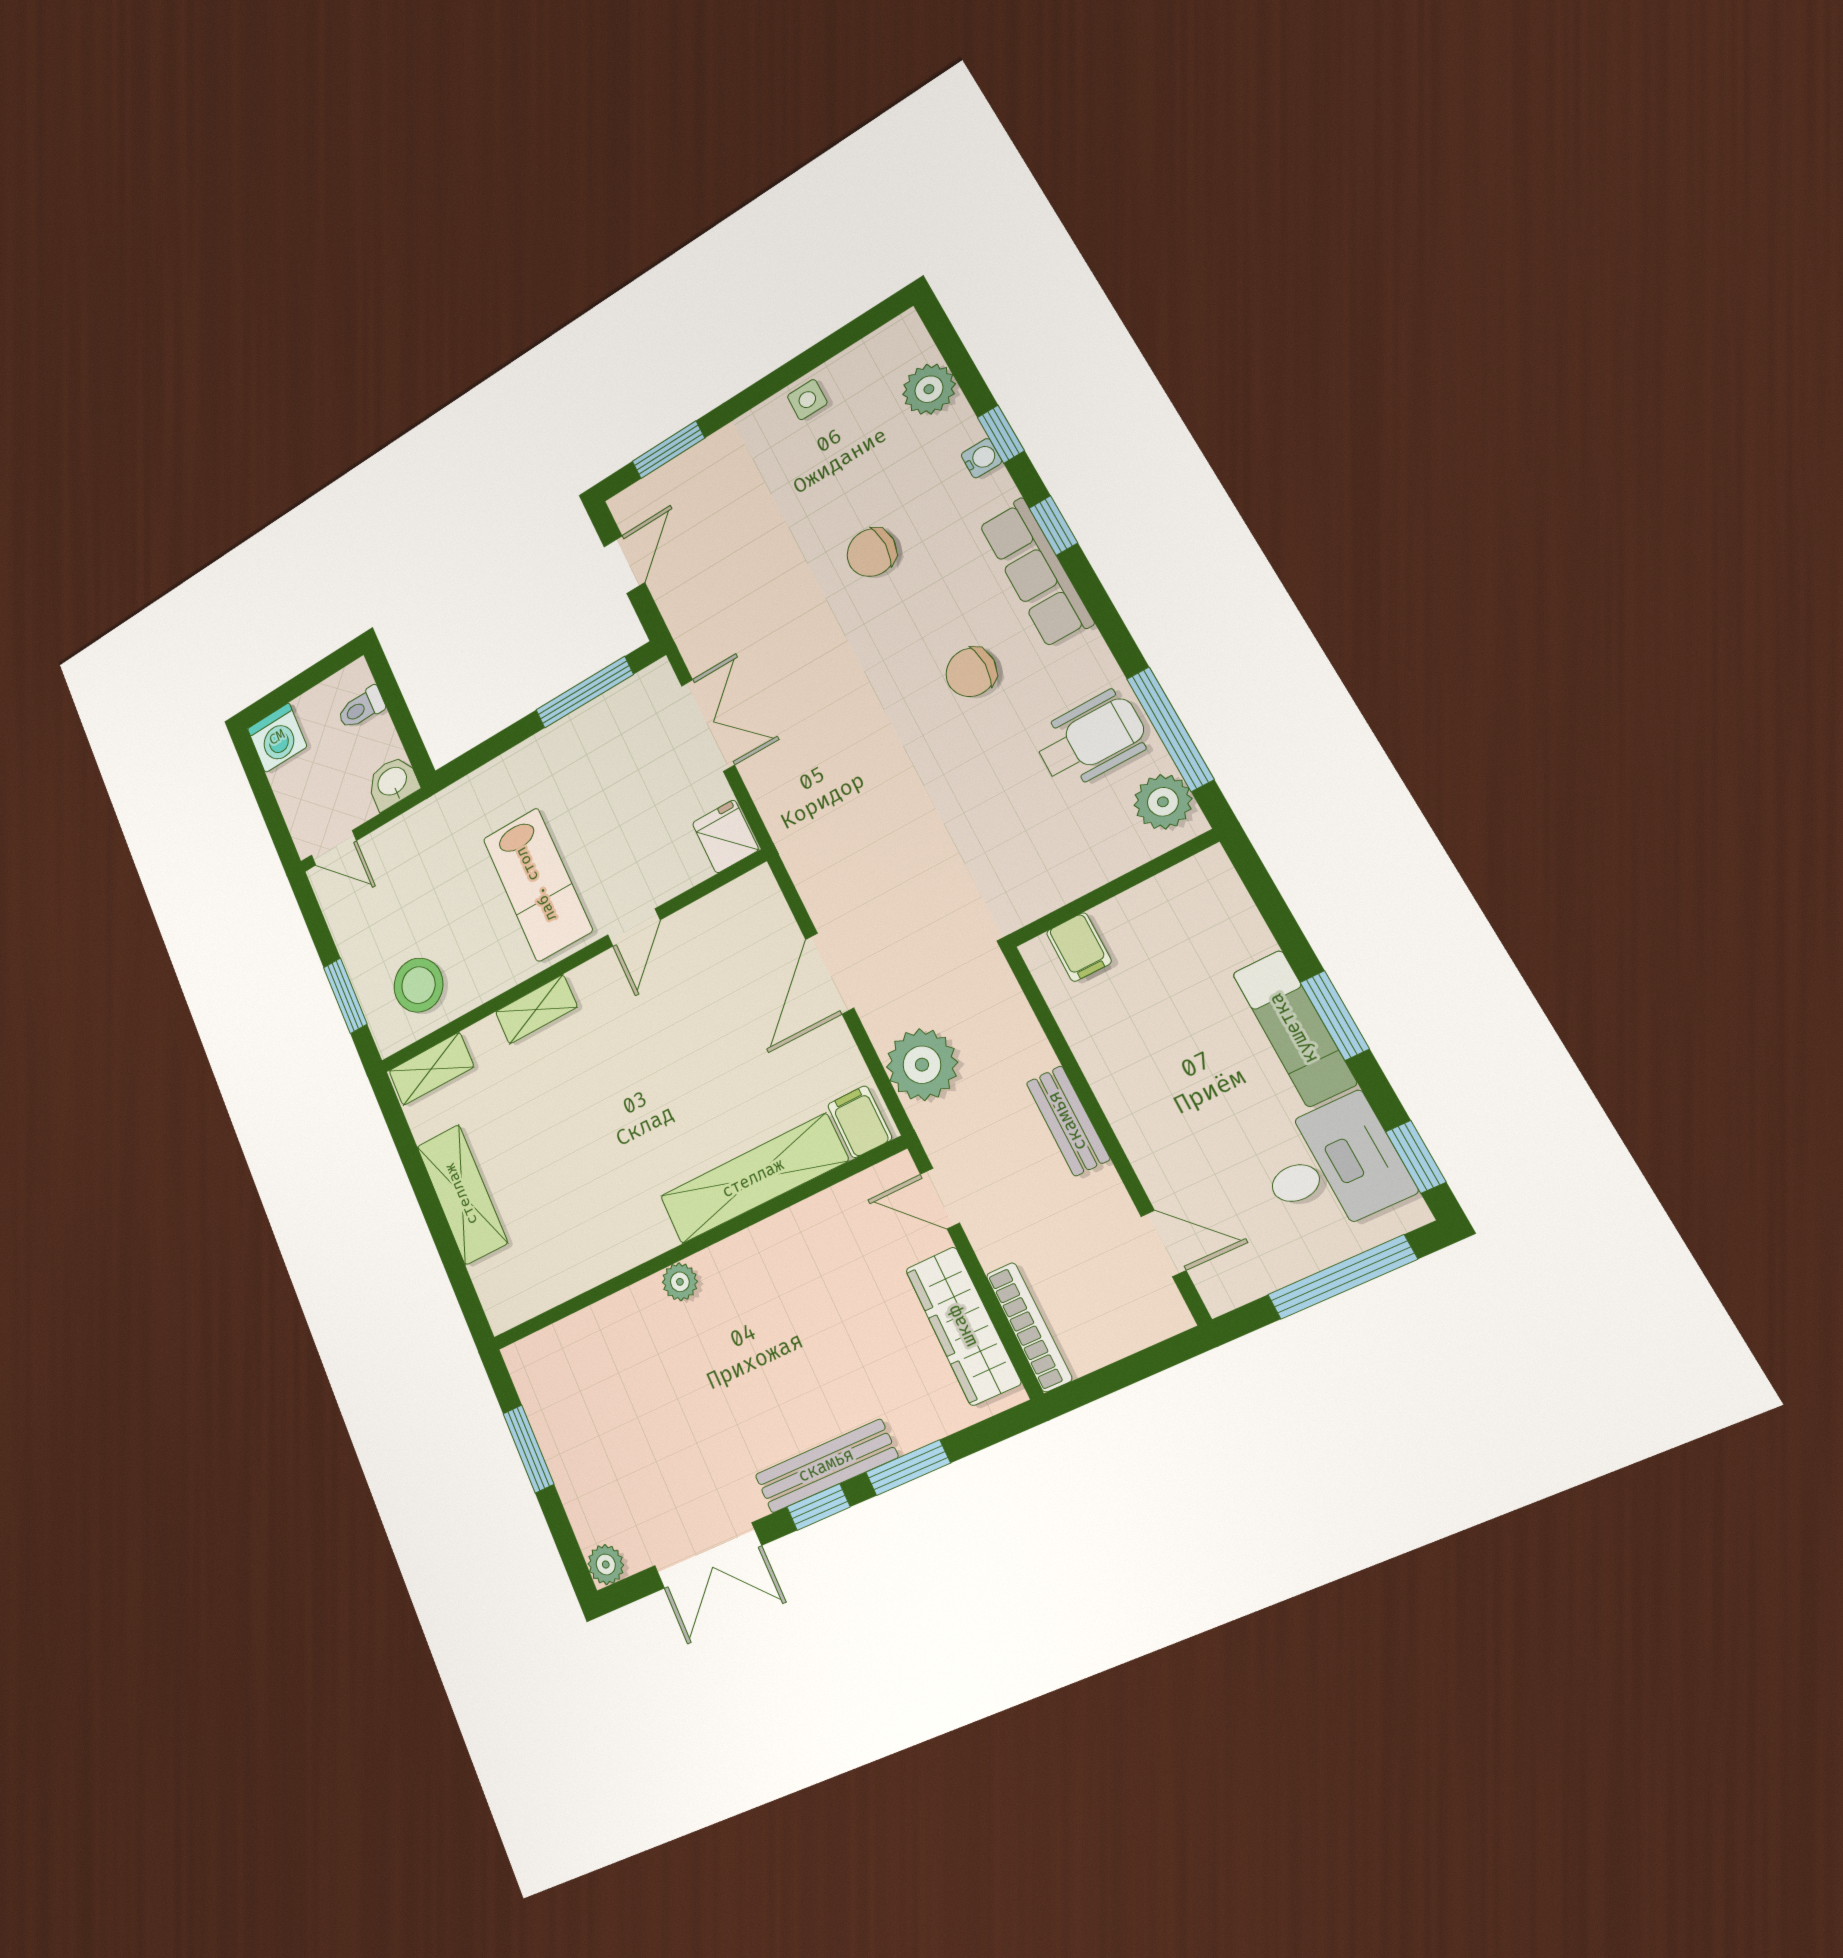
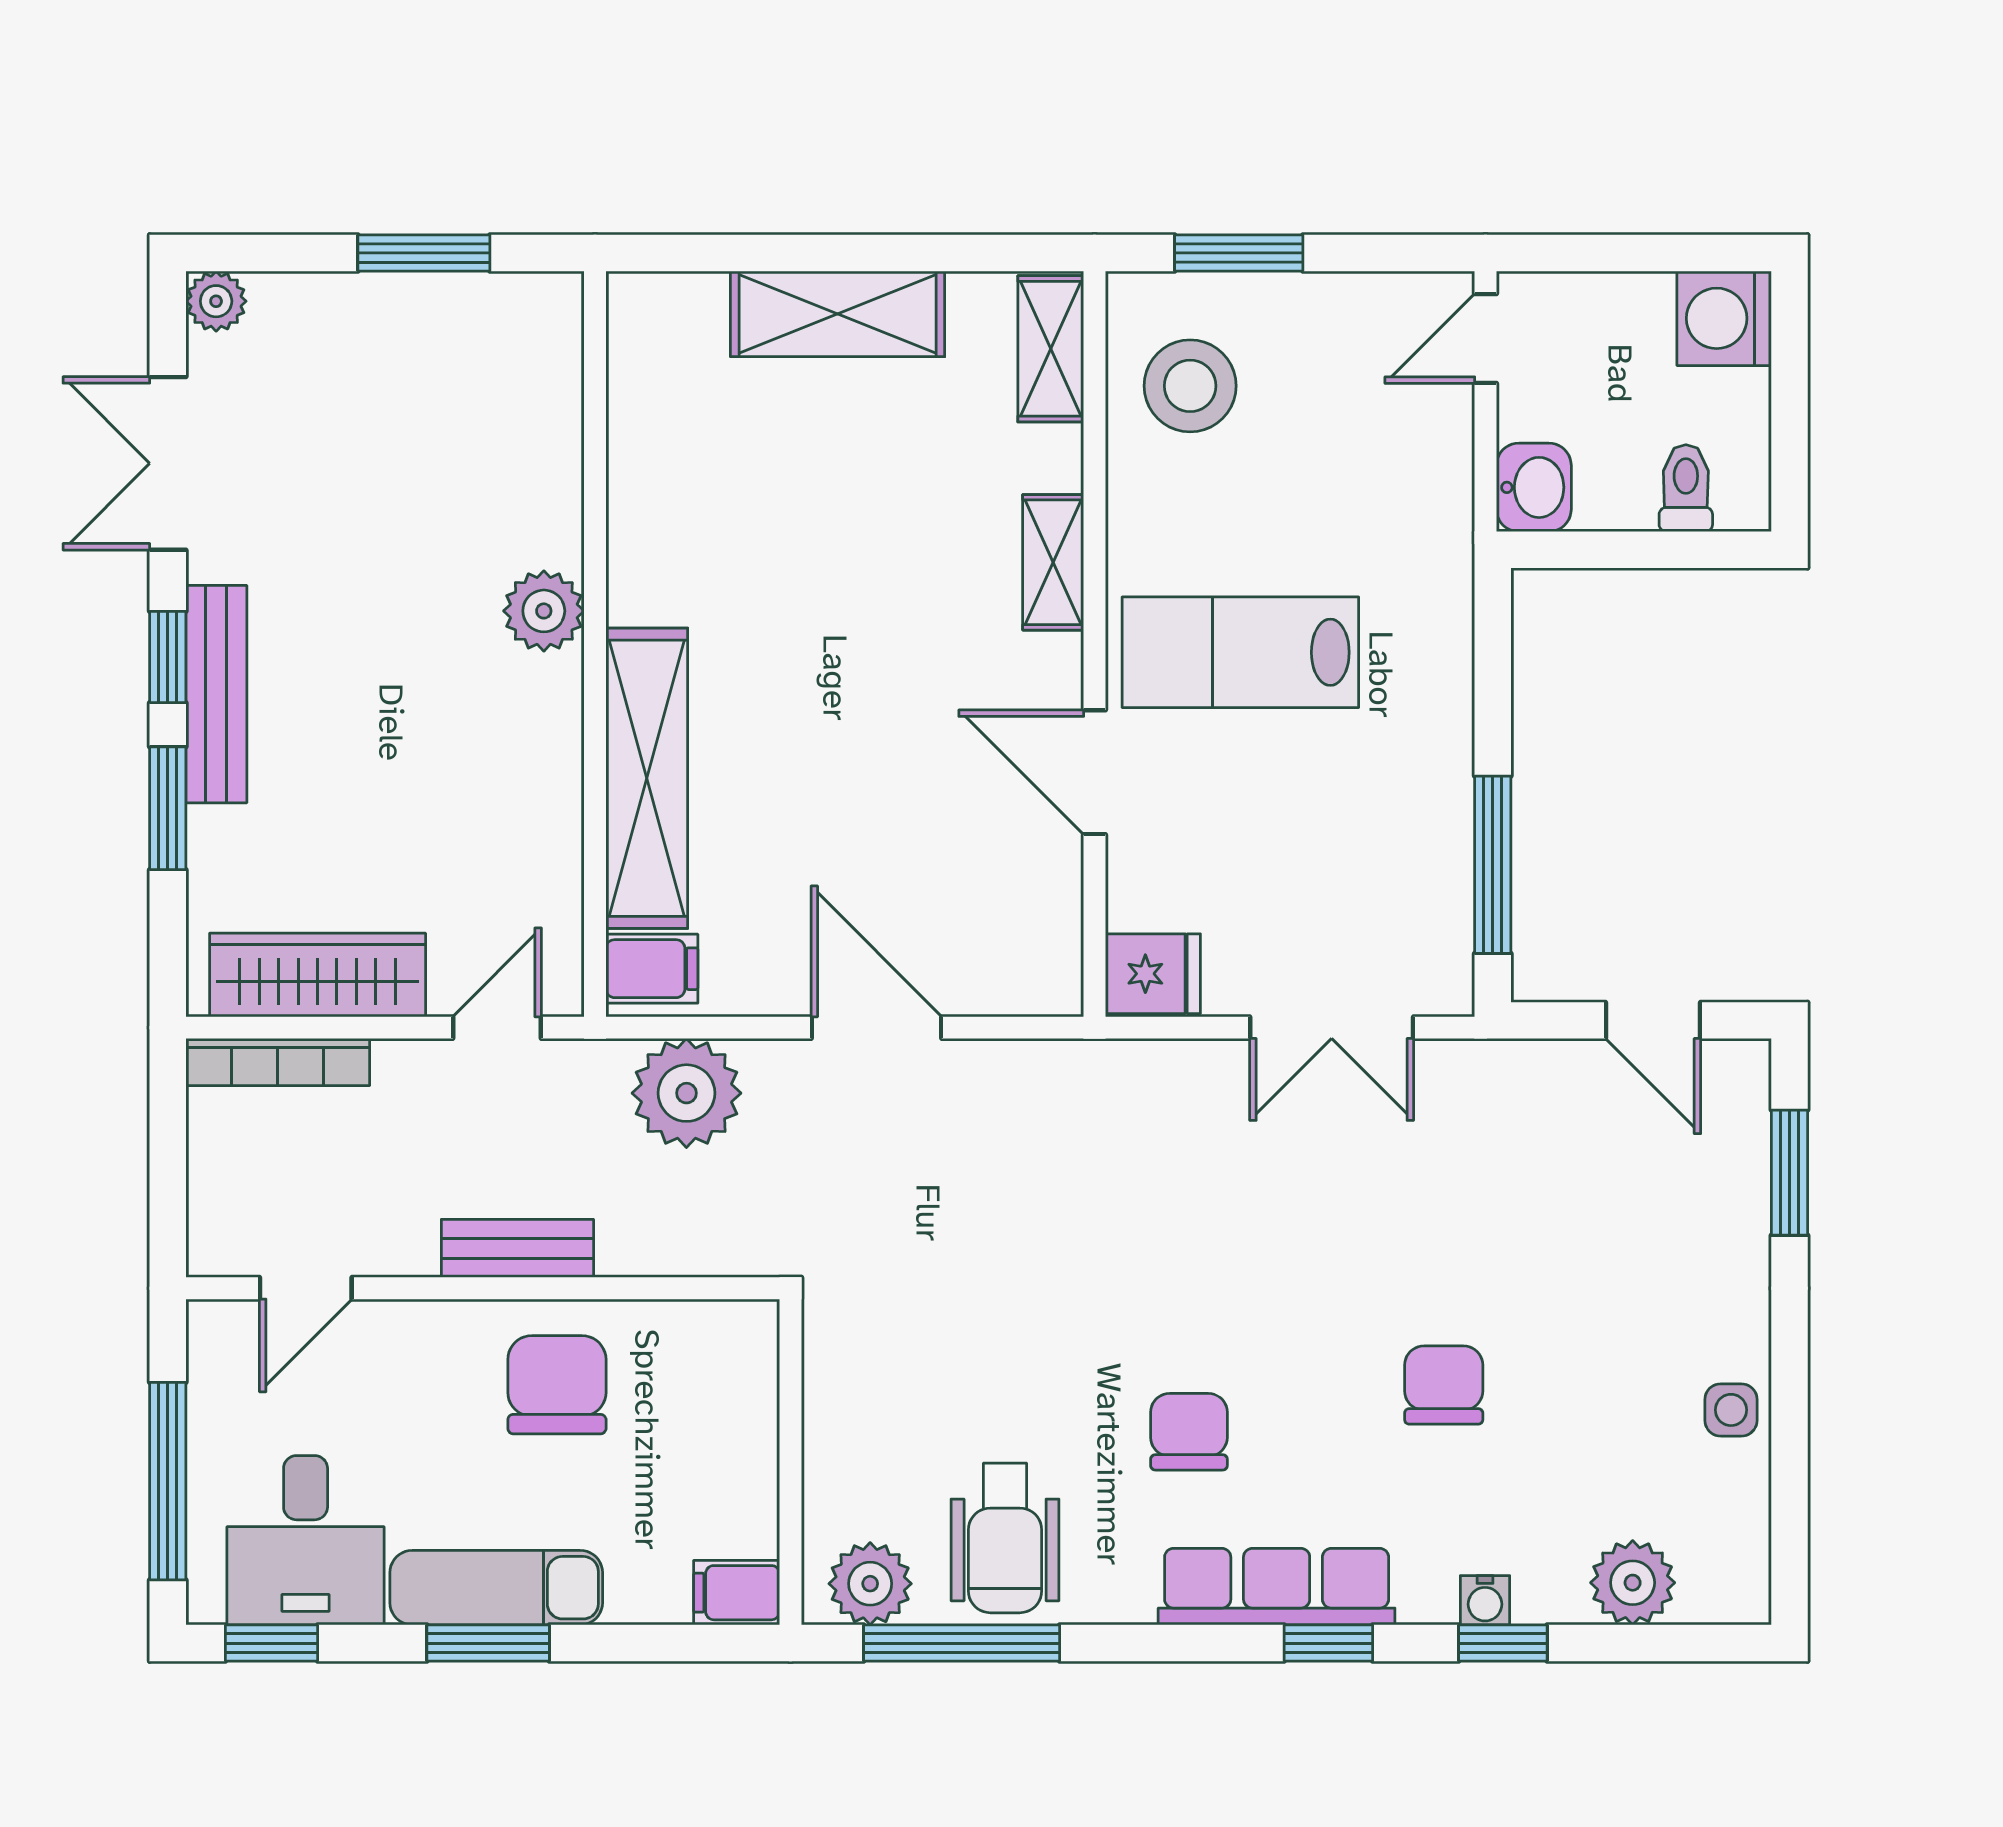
door: (634, 927) -> (1095, 772), width x1.38
filing cabinet: (1079, 947) -> (737, 1593), moved
chair: (1141, 1055) -> (557, 1385), added
plant: (680, 1282) -> (544, 611), width x1.38, depth x1.38

